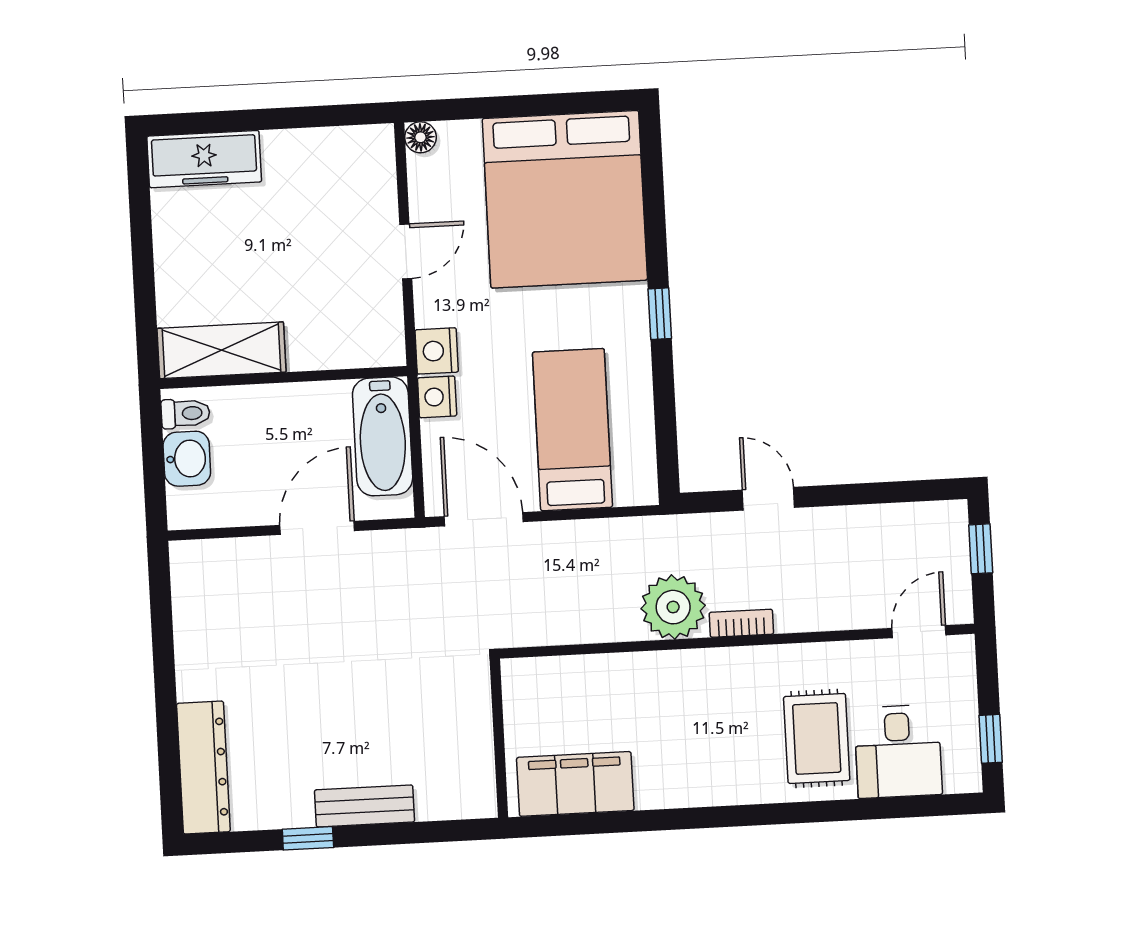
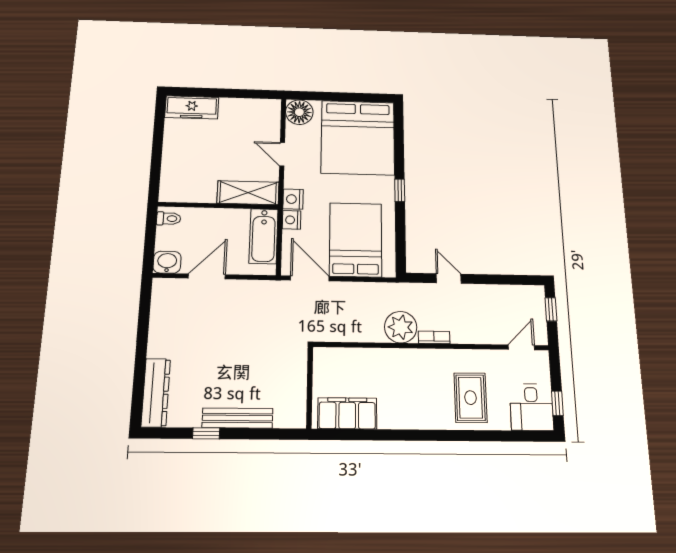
floor lamp: (420, 137) -> (299, 112), width x1.89, depth x1.89
door: (406, 251) -> (282, 154), swing flipped
shelving: (221, 350) -> (248, 193), moved
bed: (572, 430) -> (356, 240), width x1.50
washbasin: (187, 459) -> (167, 262), moved, turned -90
door: (317, 528) -> (207, 276), moved
desk: (898, 751) -> (531, 407), moved
bench: (365, 806) -> (237, 418), width x1.36

